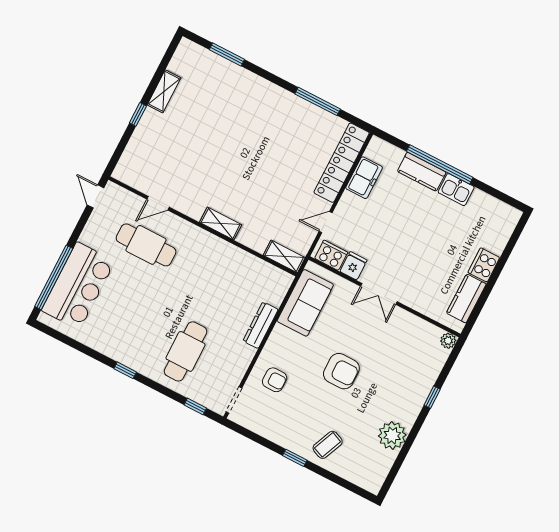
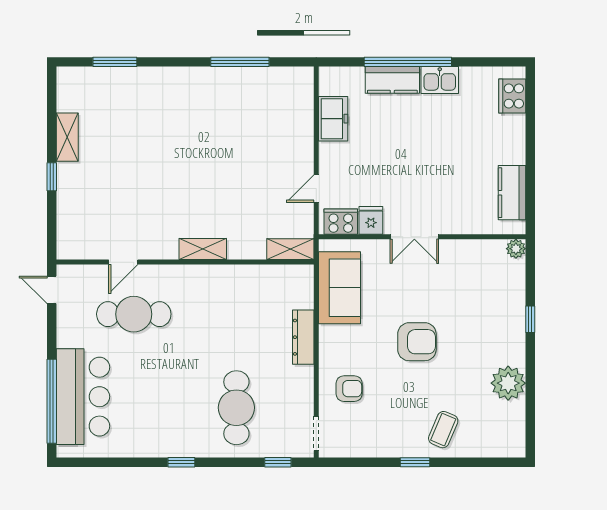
locker: (342, 163) -> (300, 115), removed
cooker: (484, 265) -> (512, 96), moved

